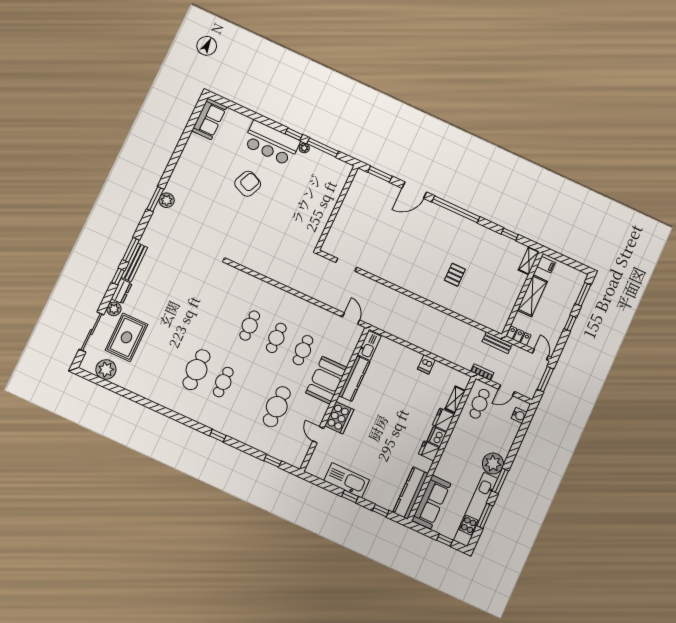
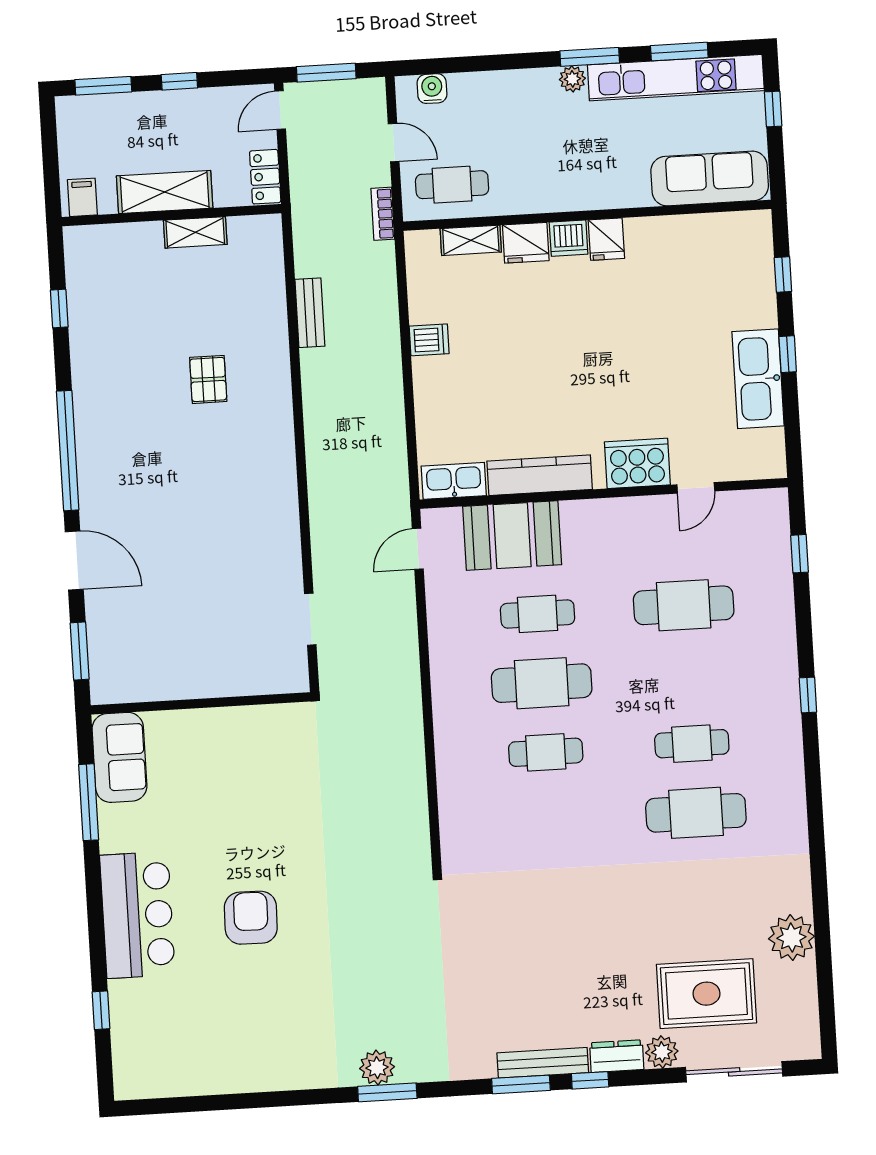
sofa: (209, 119) -> (119, 757), moved, turned 90
window: (294, 134) -> (101, 1010), moved
plant: (304, 148) -> (111, 840), removed
armchair: (248, 184) -> (251, 918), turned 67
shelving: (529, 261) -> (195, 232), moved
pallet: (455, 275) -> (208, 379), turned 90
cafe table: (276, 338) -> (542, 683), width x1.37, depth x1.35
bench: (497, 343) -> (310, 313), moved
plant: (106, 370) -> (791, 938), moved
booth: (326, 380) -> (512, 536), moved
plant: (493, 463) -> (572, 79), width x0.53, depth x0.53
kitchen counter: (410, 493) -> (714, 232), removed

